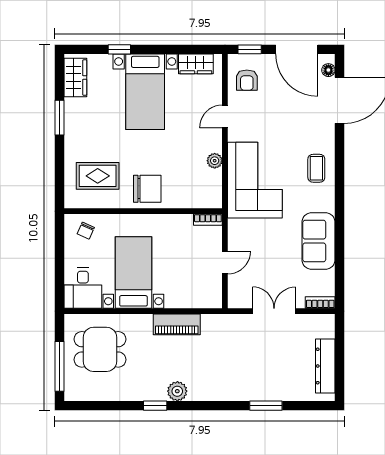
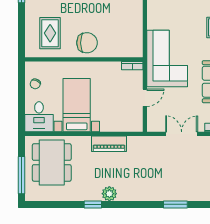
plant: (215, 161) -> (137, 22), removed
rug: (98, 176) -> (50, 33), turned 90
corner sofa: (255, 180) -> (167, 59), moved
chair: (86, 231) -> (35, 84), moved
dining table: (100, 349) -> (52, 162), width x1.37

